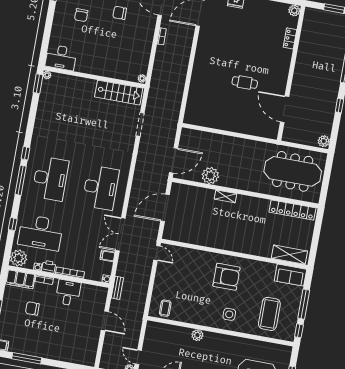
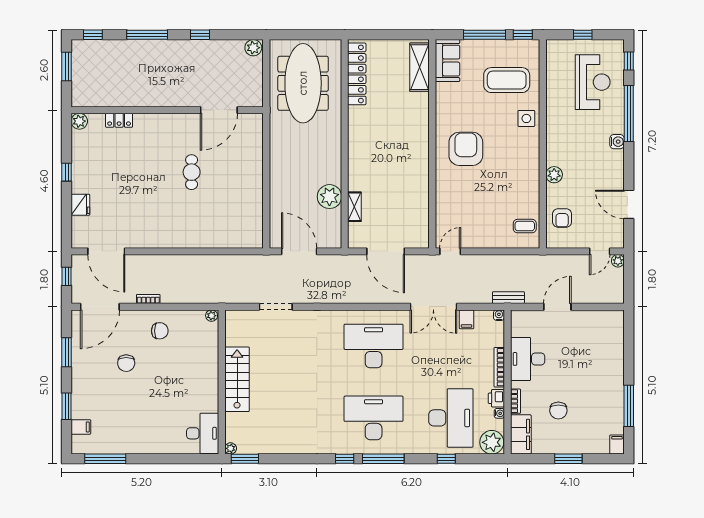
chair: (81, 15) -> (160, 331), moved
stairs: (119, 93) -> (237, 379), moved
door: (174, 160) -> (299, 251), moved
shelving: (226, 196) -> (354, 207), moved
desk: (68, 293) -> (528, 359), width x1.37
side table: (229, 314) -> (526, 118), moved
armchair: (166, 335) -> (562, 218), added

